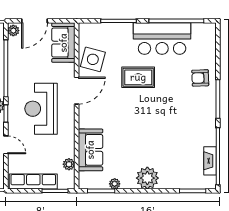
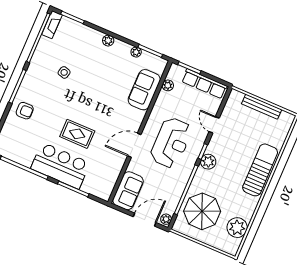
bar counter: (162, 39) -> (60, 166), moved
side table: (93, 59) -> (64, 72), moved, width x0.54, depth x0.54
fireplace: (210, 161) -> (52, 25), moved
plant: (147, 178) -> (108, 41), width x0.53, depth x0.53

